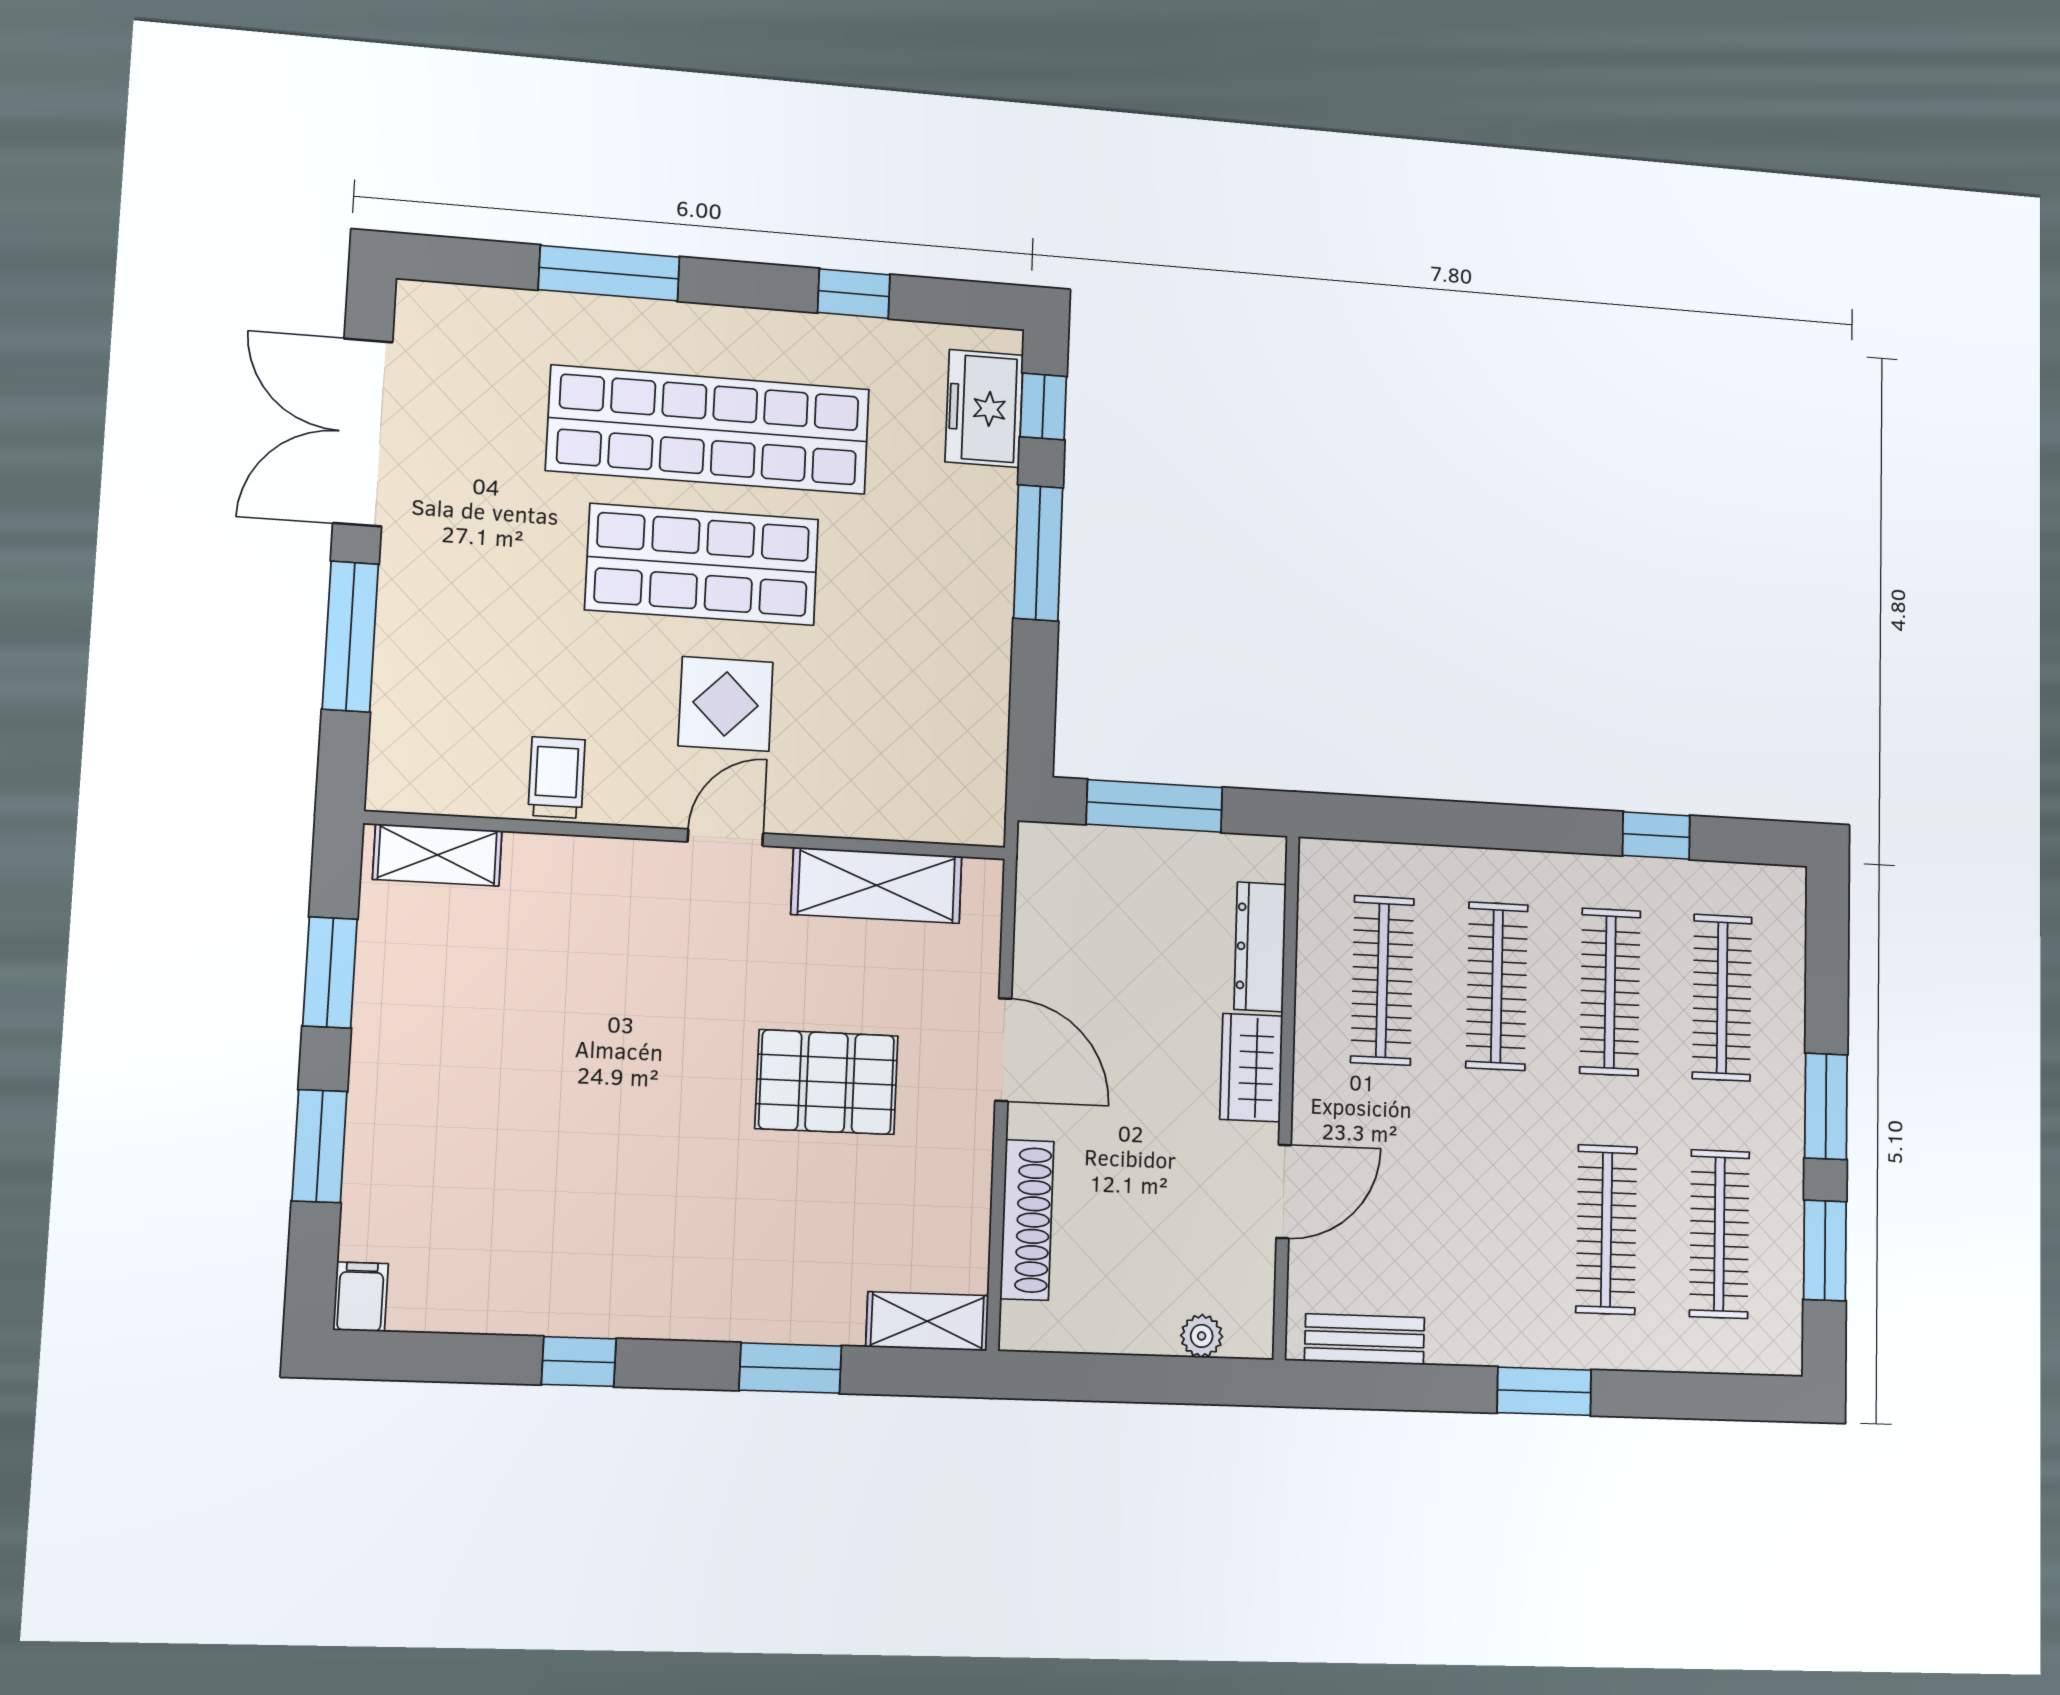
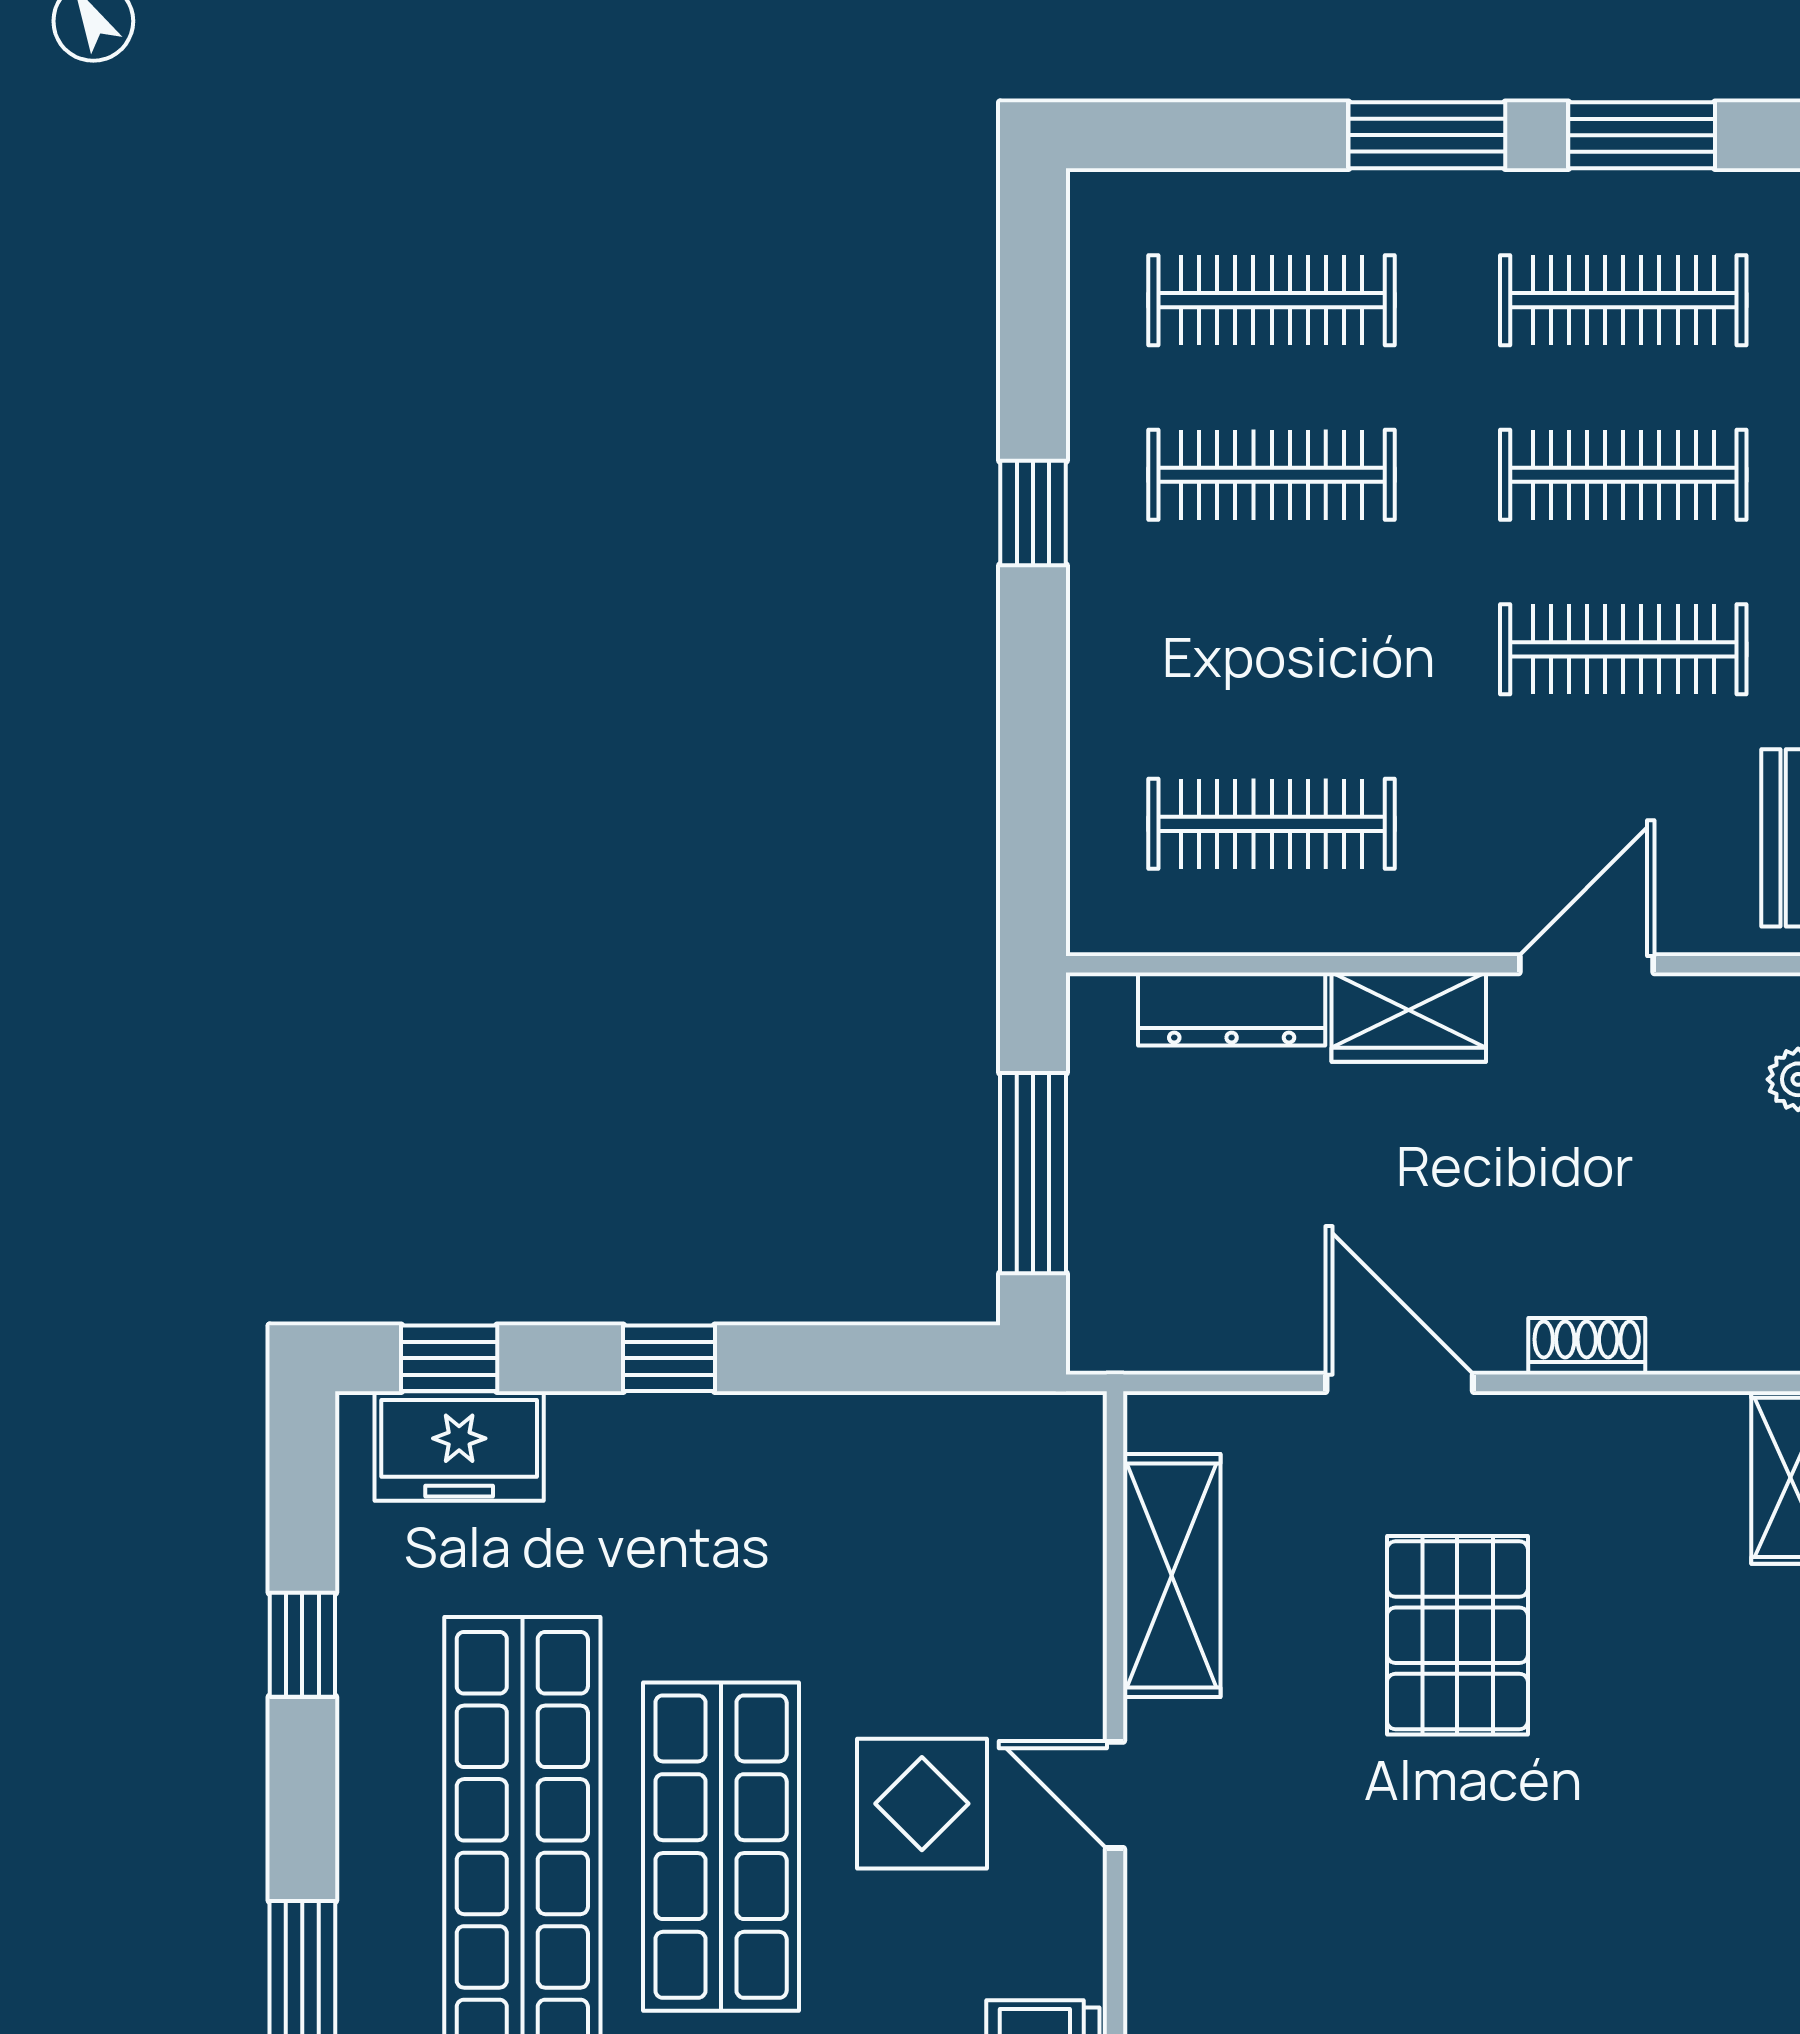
window: (1038, 553) -> (669, 1358), width x0.46
window: (1656, 836) -> (1033, 513), moved
clothes rail: (1497, 986) -> (1623, 649), moved
door: (1003, 1050) -> (1400, 1383), hinge flipped
door: (1284, 1191) -> (1587, 964), hinge flipped
shoe rack: (1027, 1220) -> (1587, 1346), width x0.51, depth x0.81

